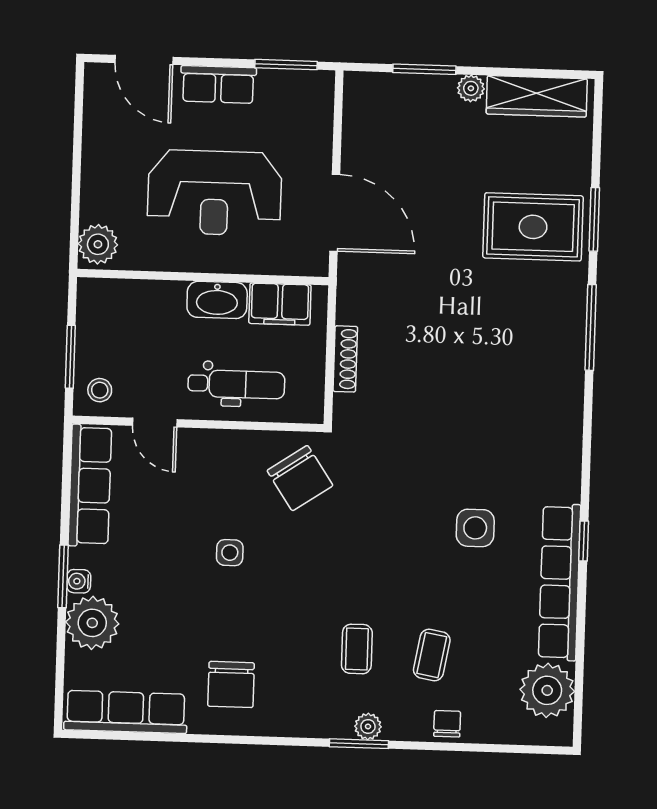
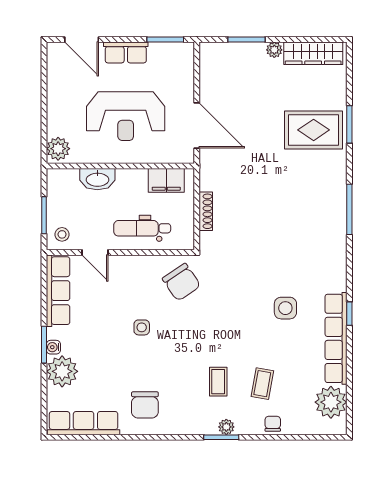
washbasin: (217, 300) -> (97, 179), moved
window: (591, 327) -> (349, 209), moved
dental chair: (236, 384) -> (142, 228), turned 180

